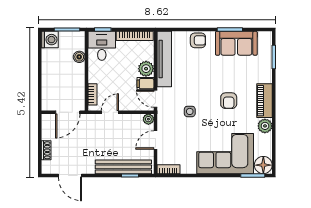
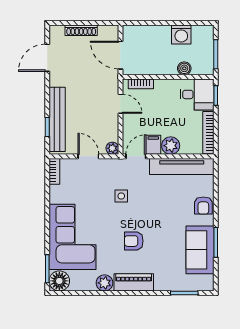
washing machine: (50, 40) -> (181, 34), moved
shoe rack: (46, 150) -> (81, 30), width x1.43

